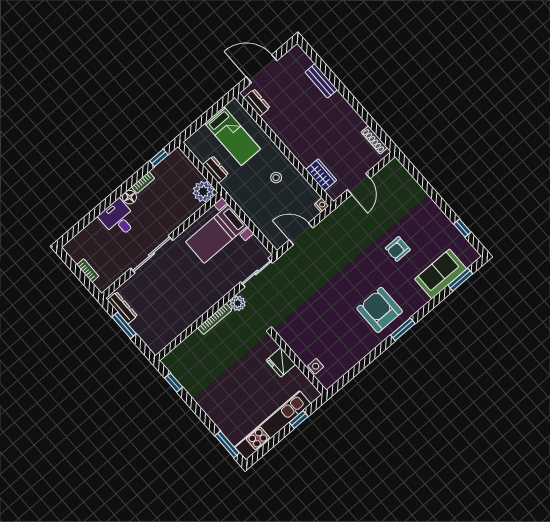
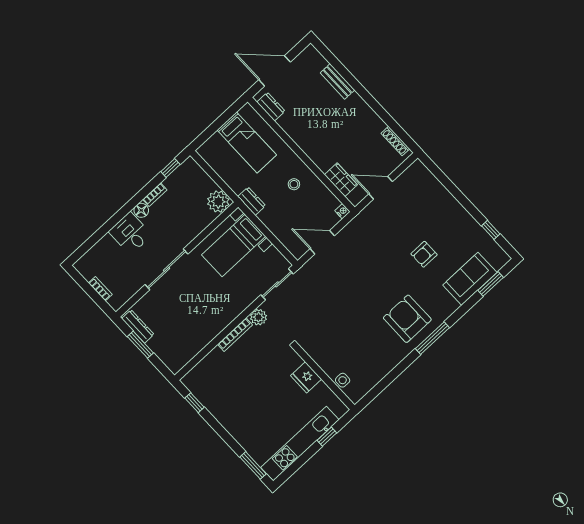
dresser: (215, 170) -> (252, 201), moved
door: (359, 184) -> (381, 188), swing flipped
window: (403, 329) -> (432, 338), width x1.44

